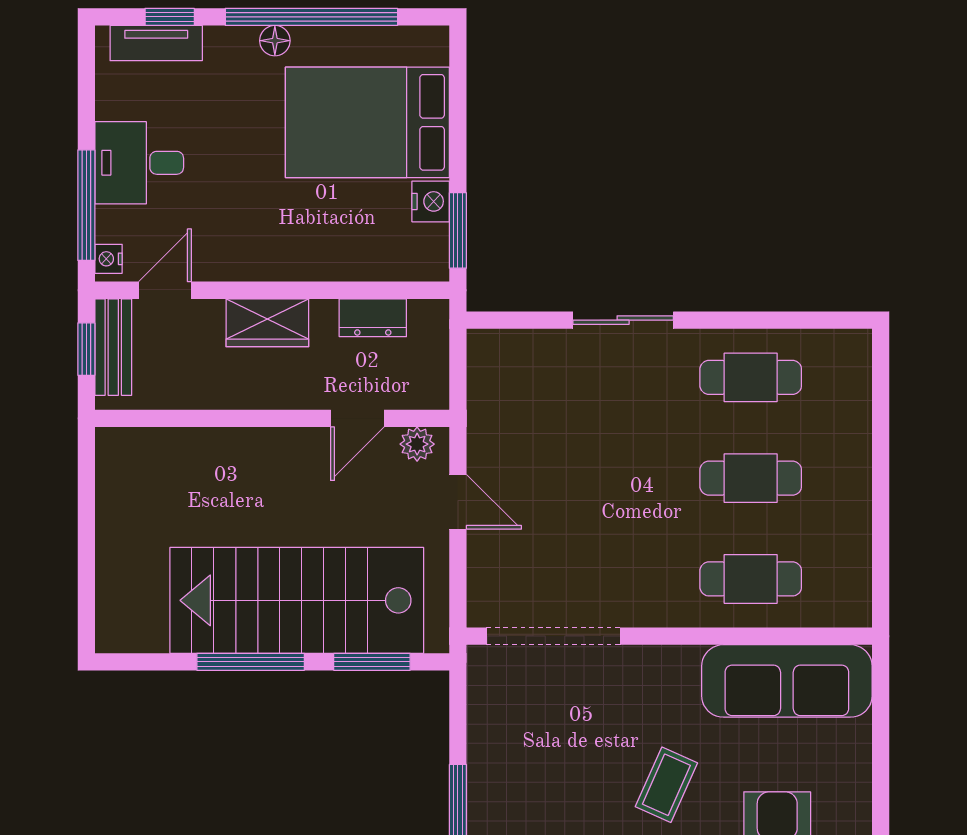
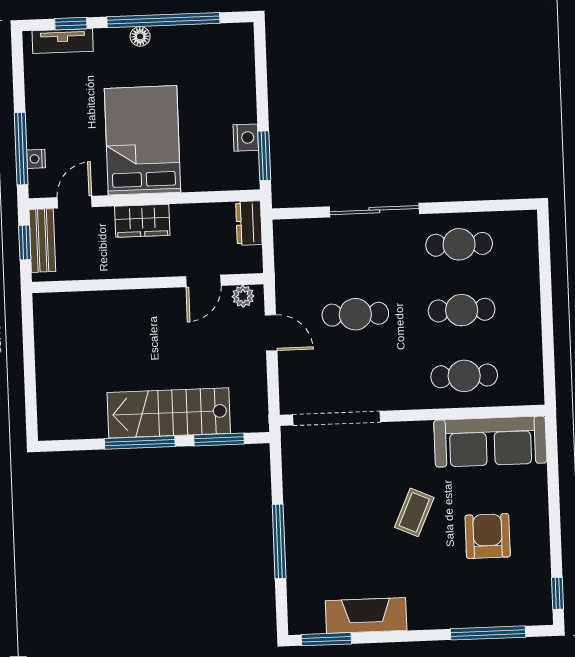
bed: (367, 122) -> (142, 140), moved, turned 90
desk: (139, 163) -> (55, 120), removed
nightstand: (108, 259) -> (36, 159), moved
dresser: (373, 318) -> (249, 223), moved, turned 90
sliding door: (623, 320) -> (374, 210), width x1.37
cafe table: (588, 478) -> (355, 314), added
stairs: (297, 600) -> (169, 413), width x0.73, depth x0.66

